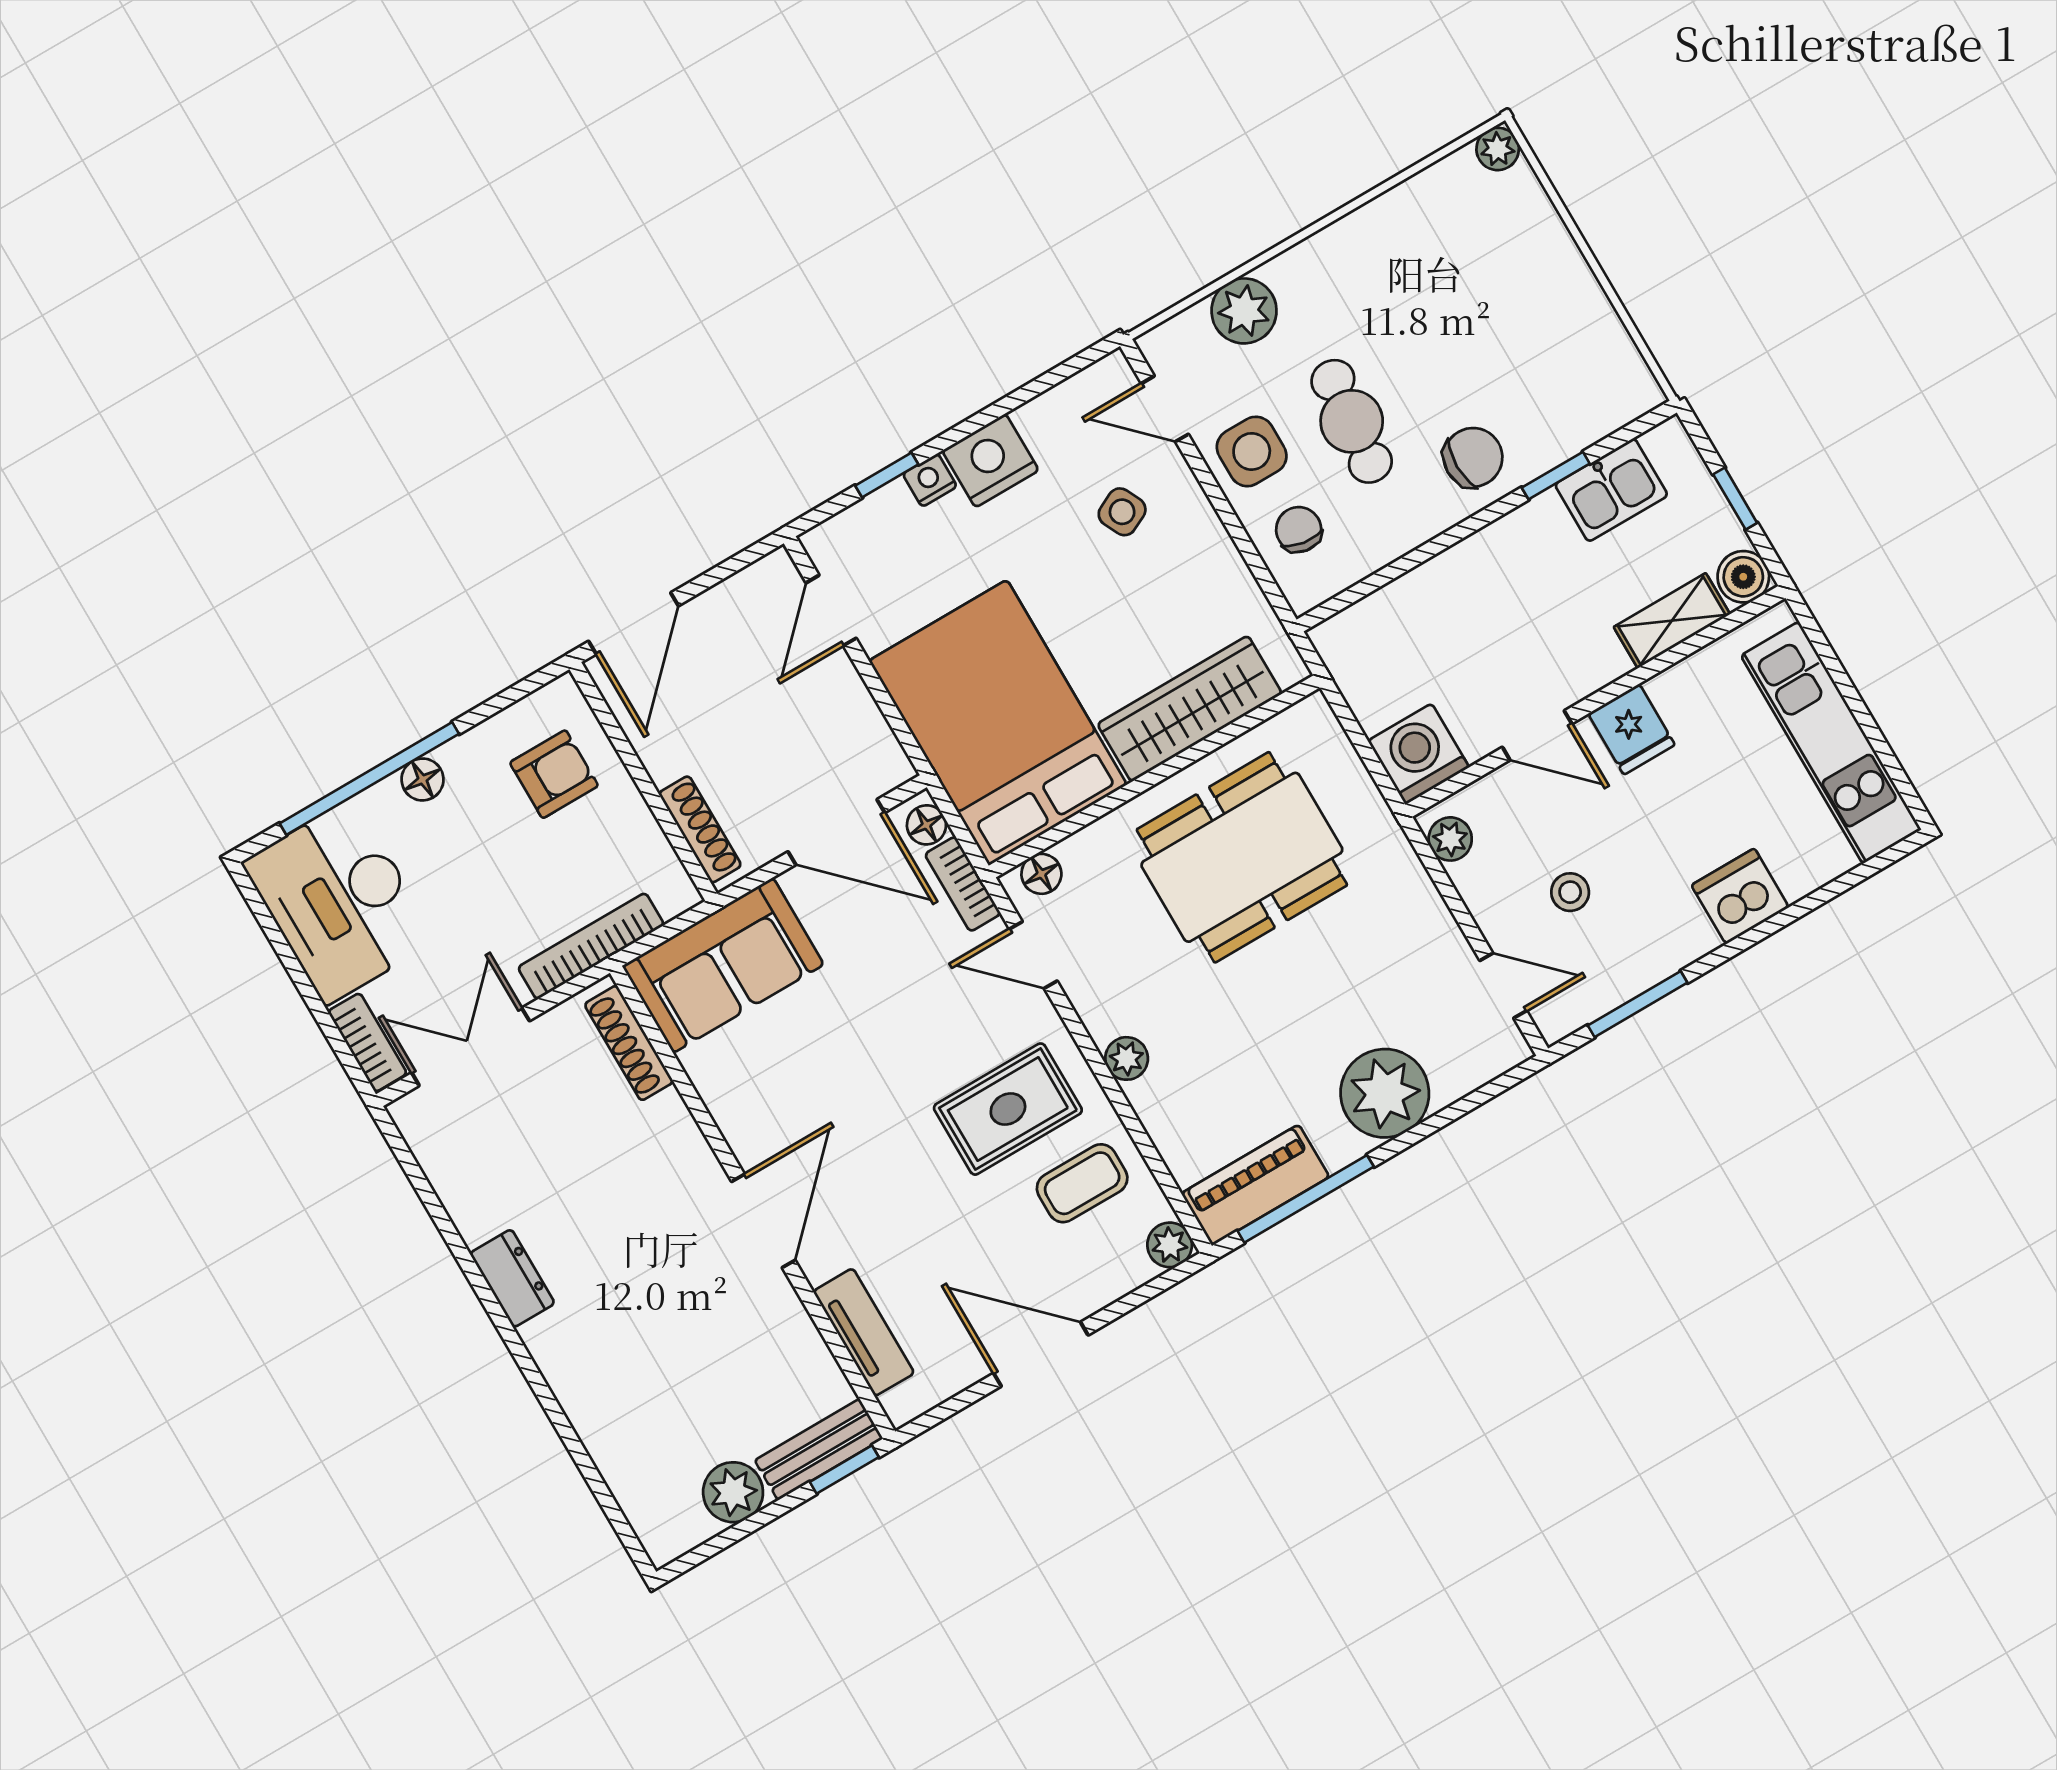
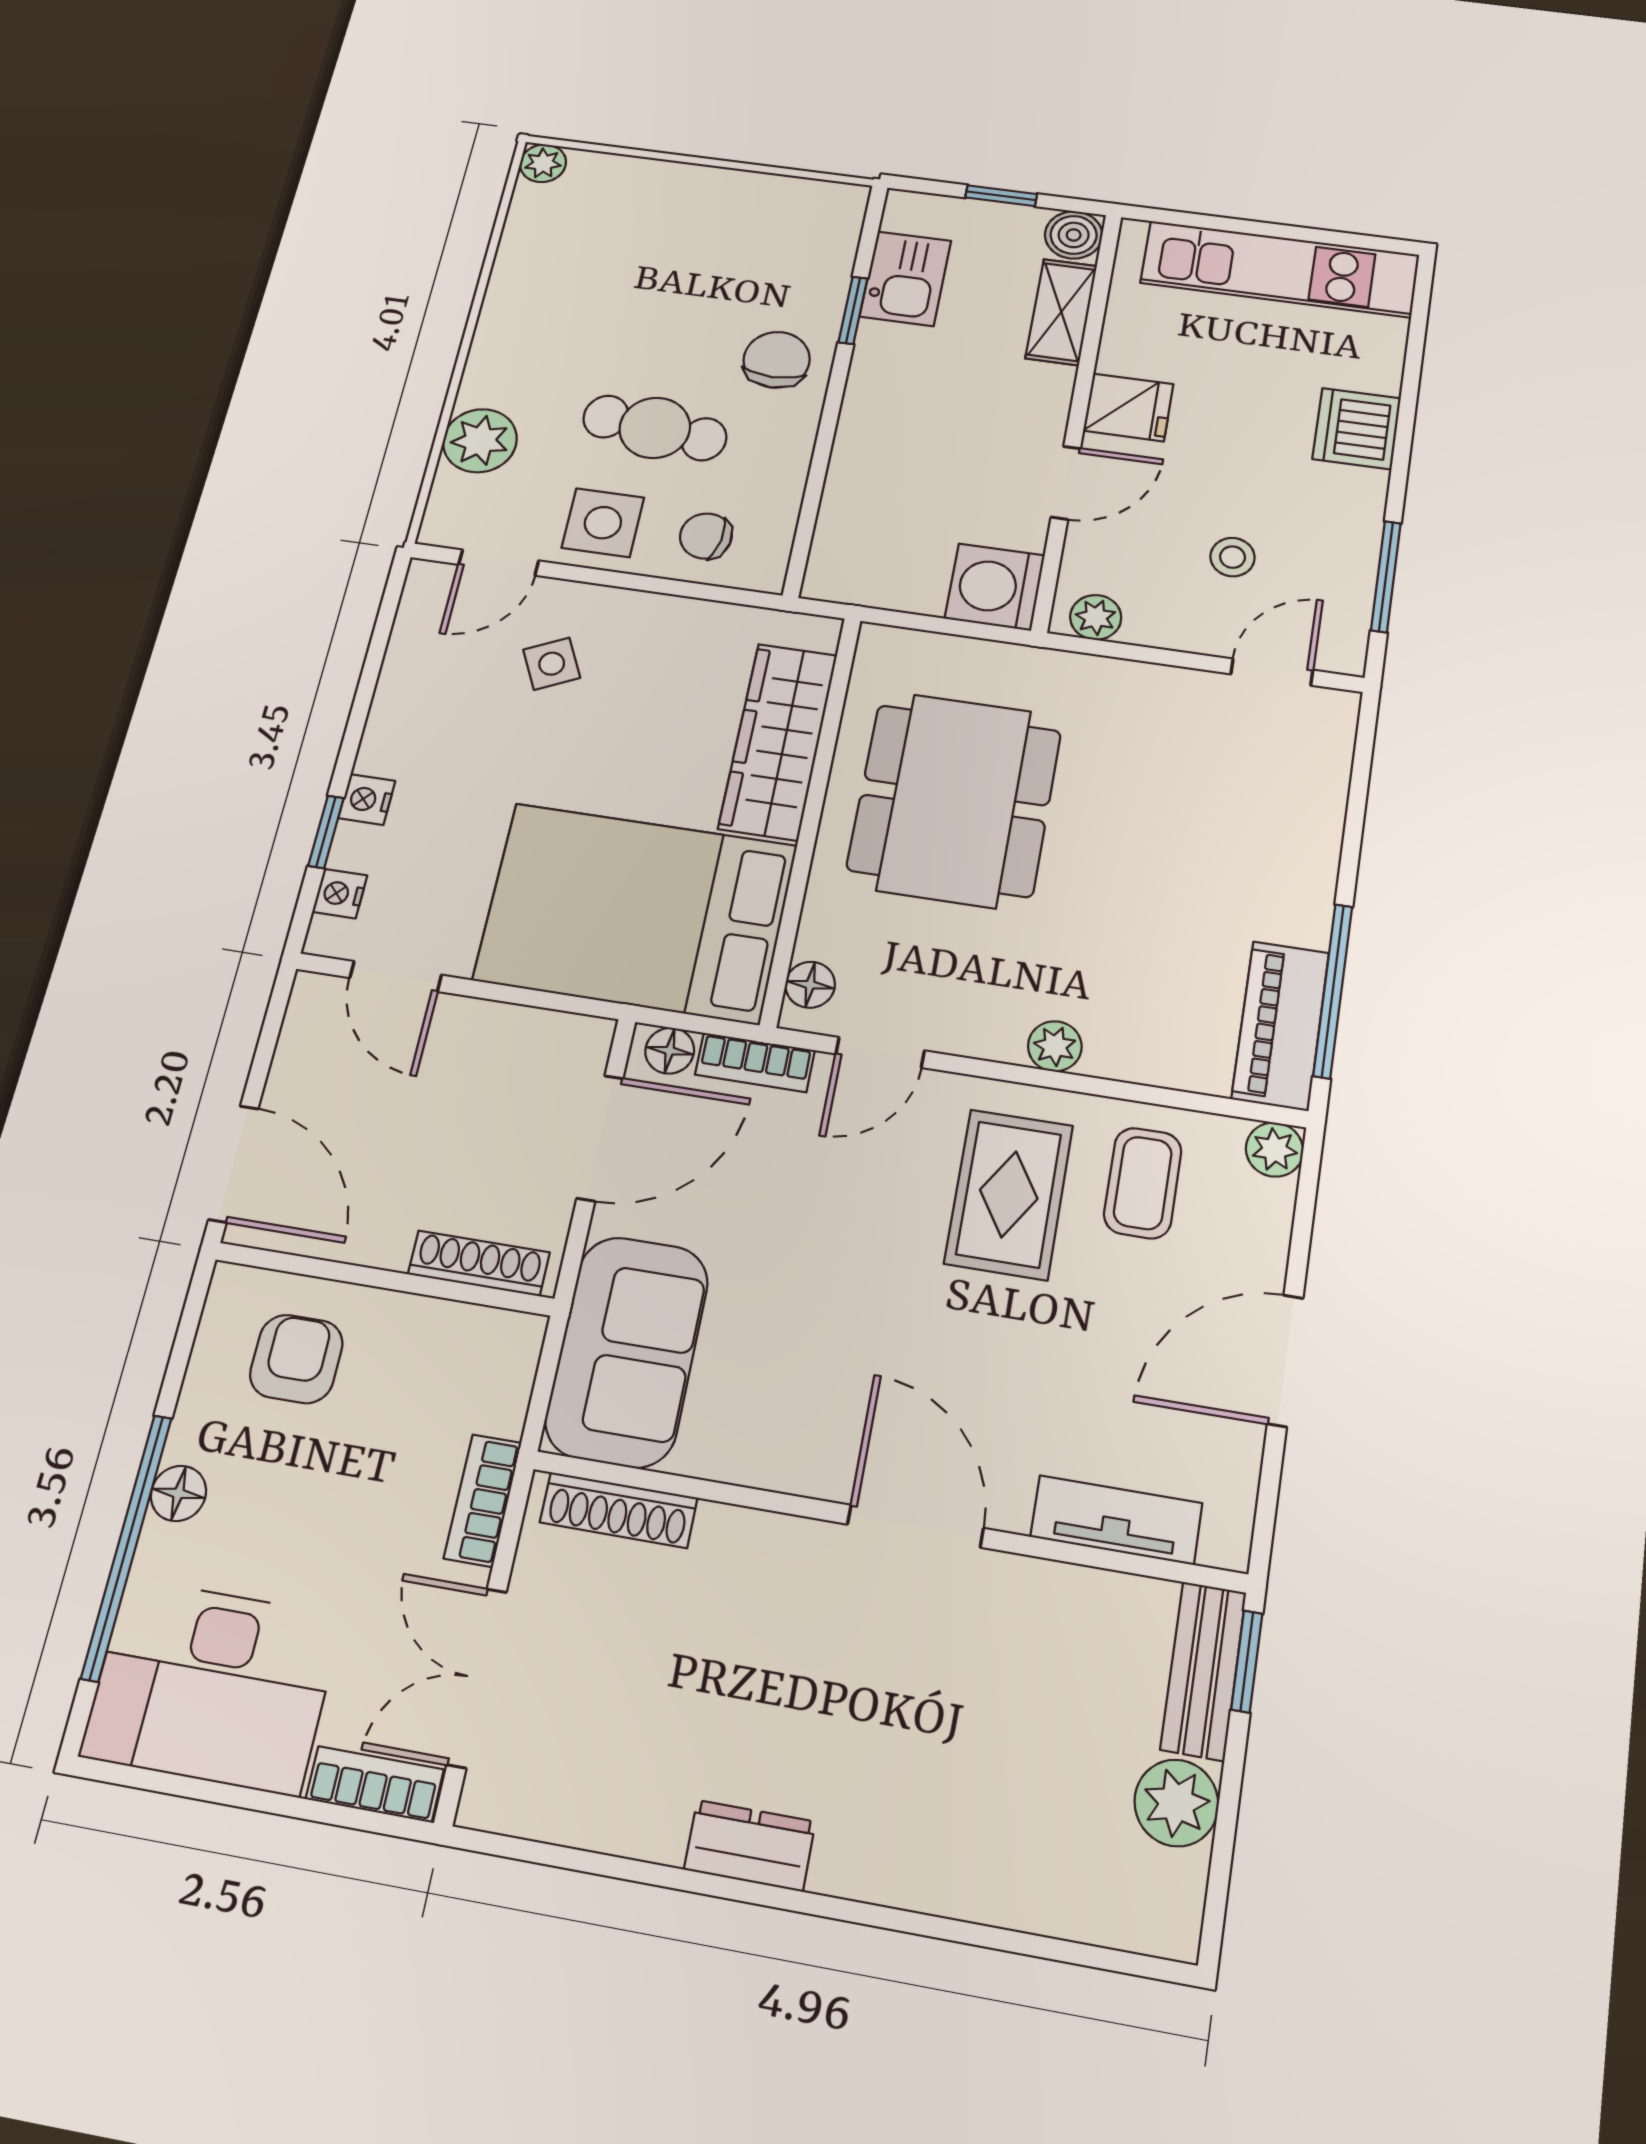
nightstand: (990, 461) -> (340, 894), moved, width x0.53, depth x0.56
bookcase: (591, 946) -> (483, 1500), width x0.64
plant: (1385, 1093) -> (1288, 845), removed

